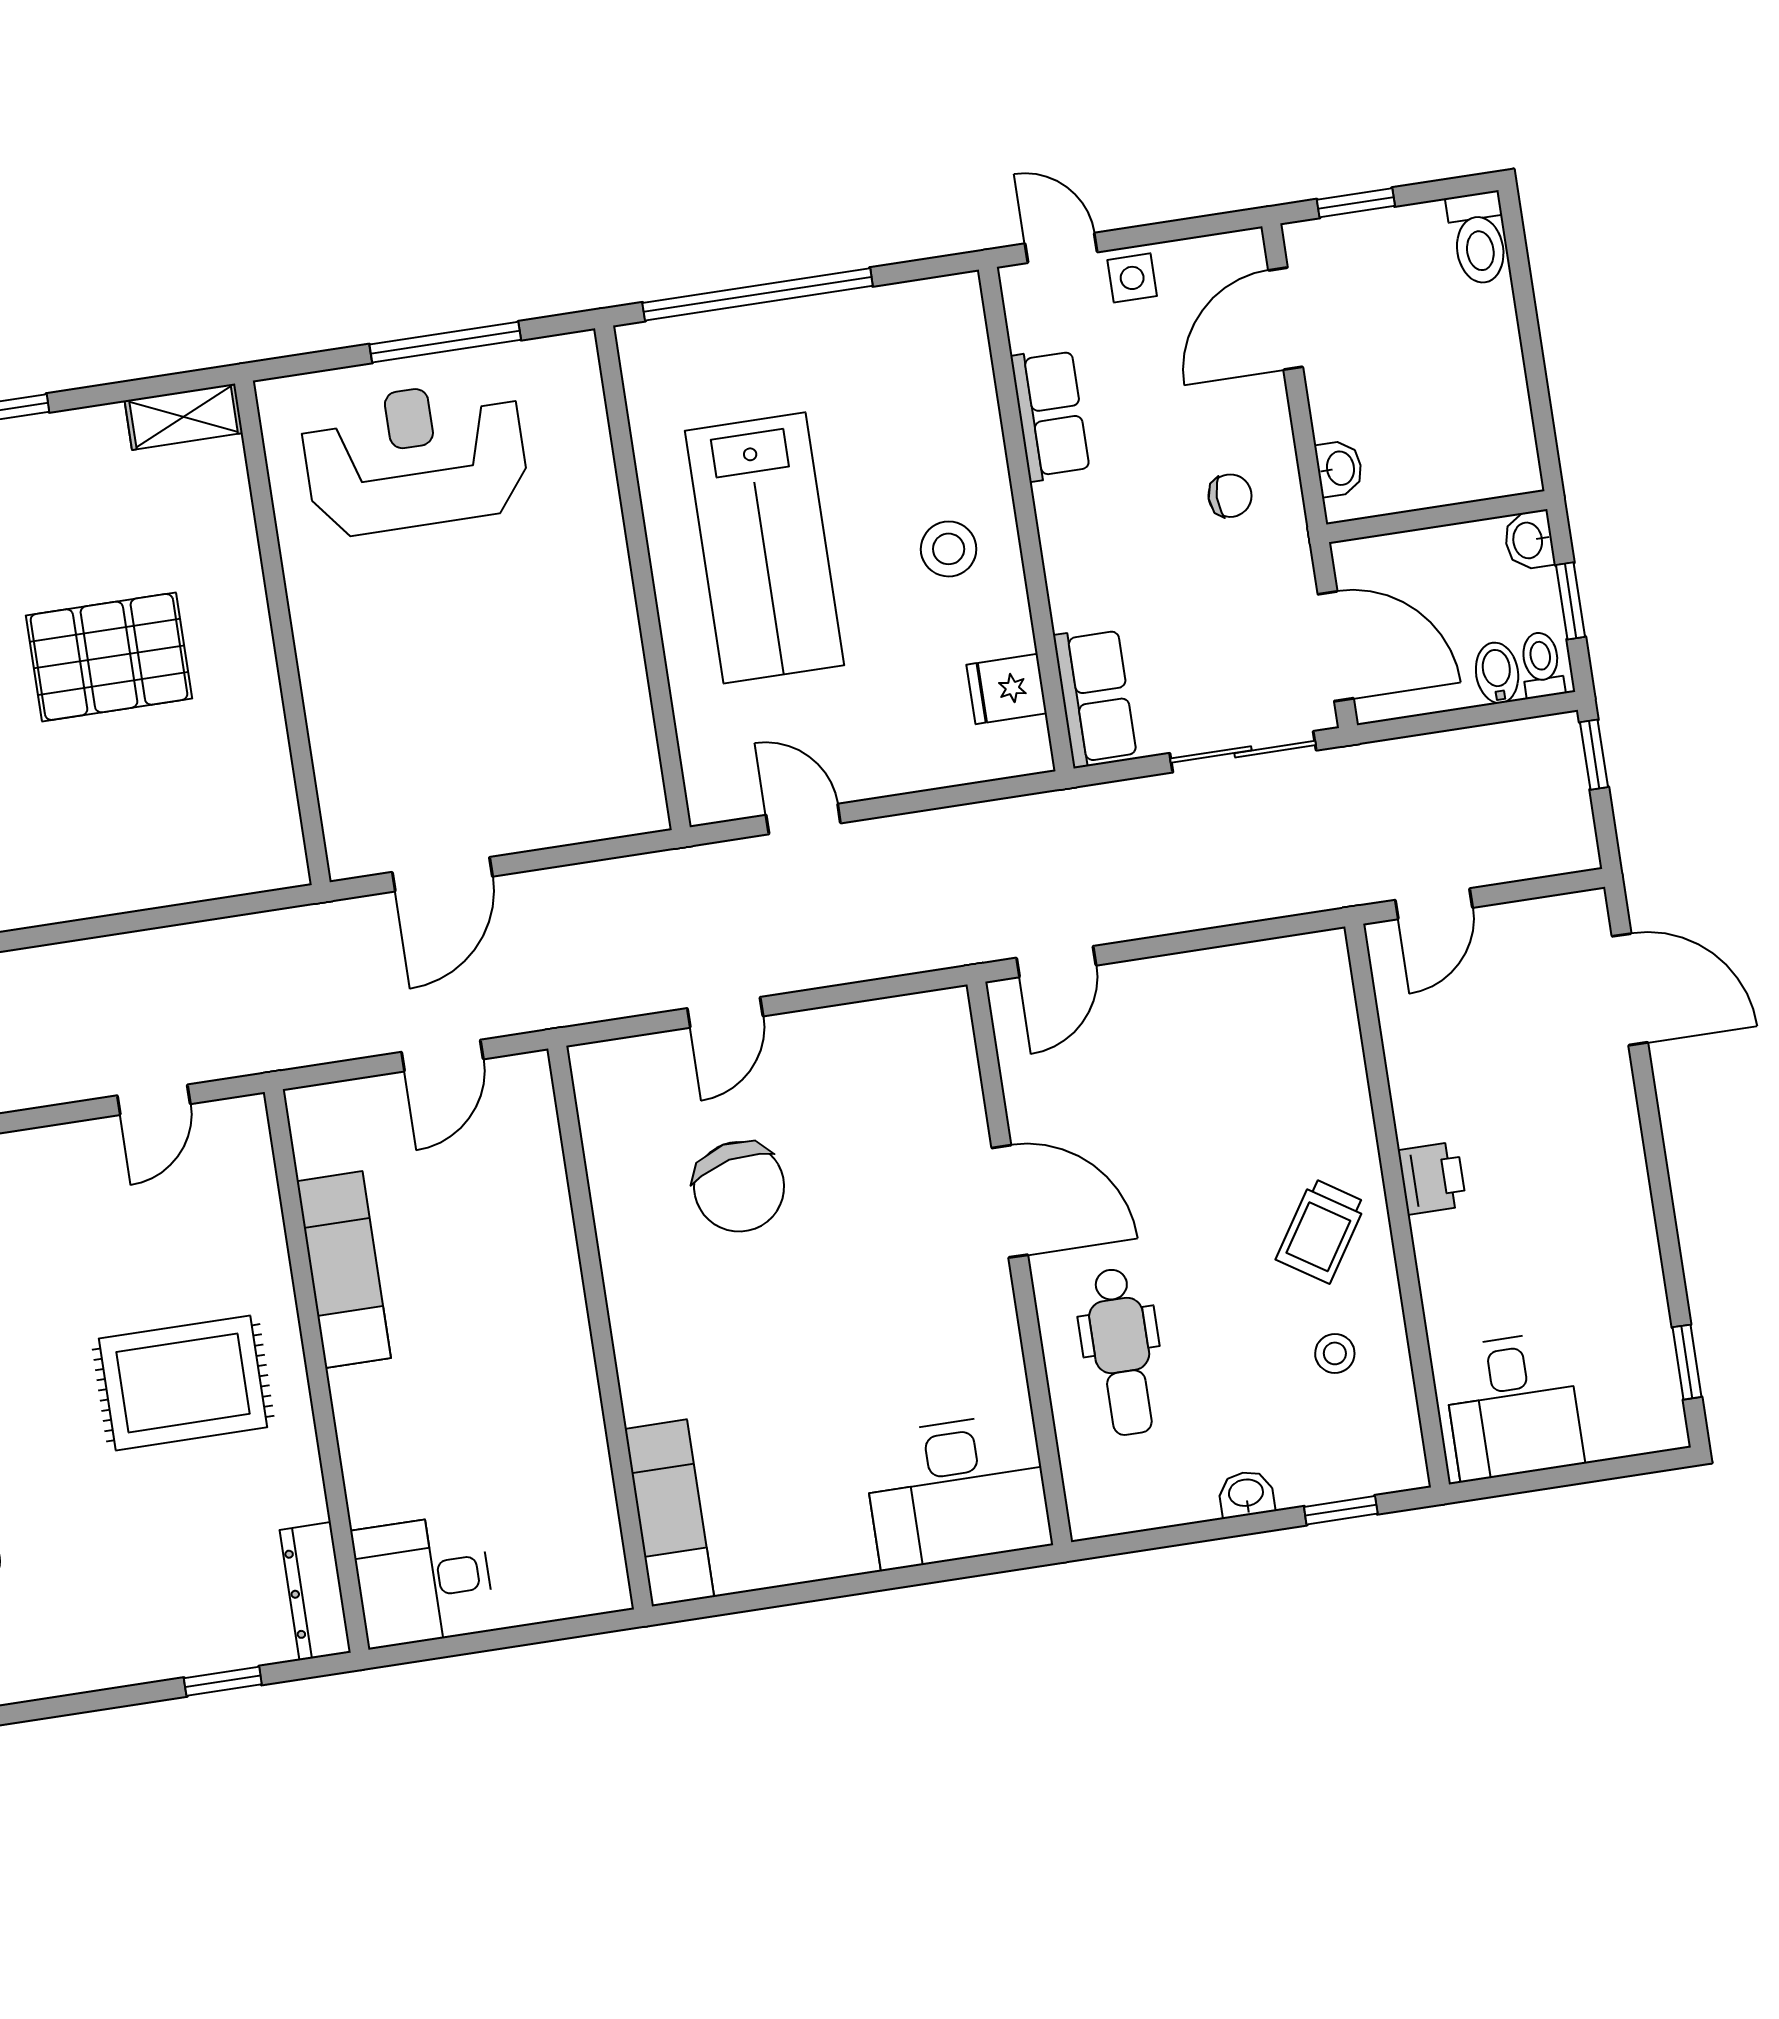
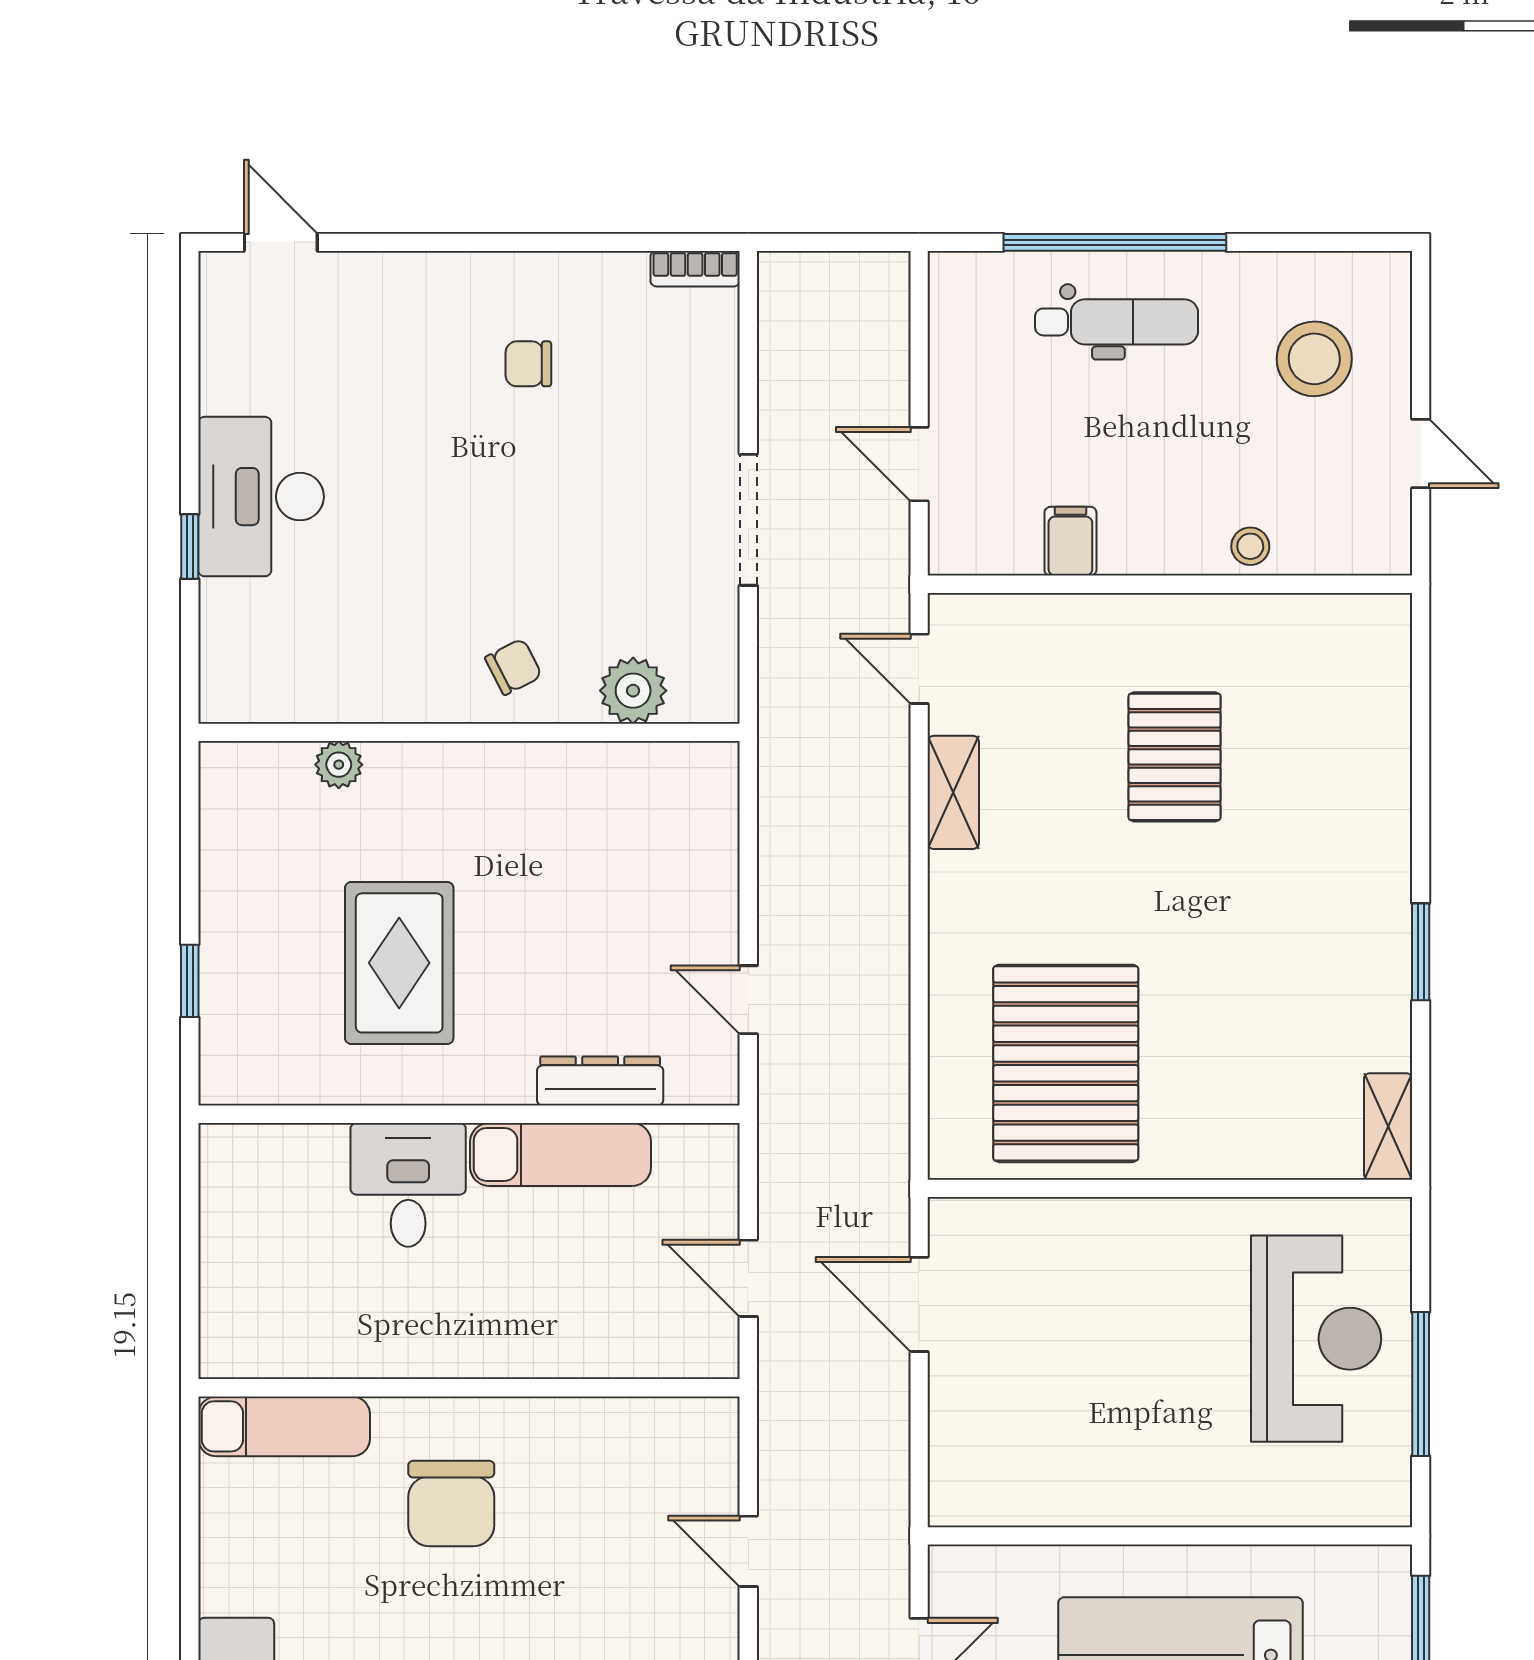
pallet: (109, 657) -> (1066, 1063), moved, width x1.37, depth x1.41
chair: (739, 1187) -> (451, 1503), moved, turned -78
rug: (183, 1383) -> (399, 963), moved
desk: (424, 1581) -> (408, 1185), moved
dresser: (315, 1591) -> (600, 1081), moved

